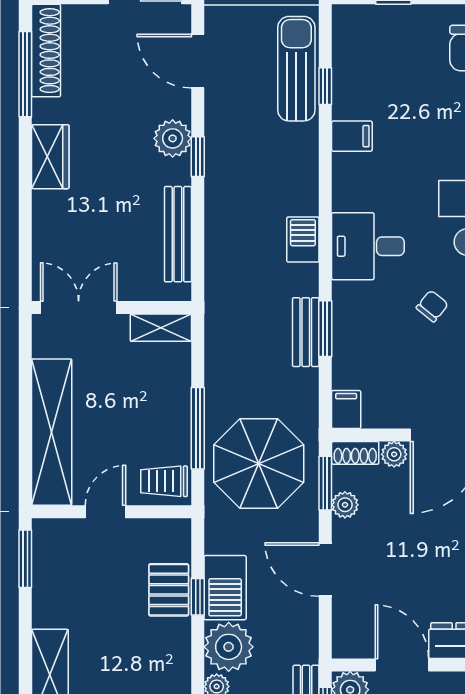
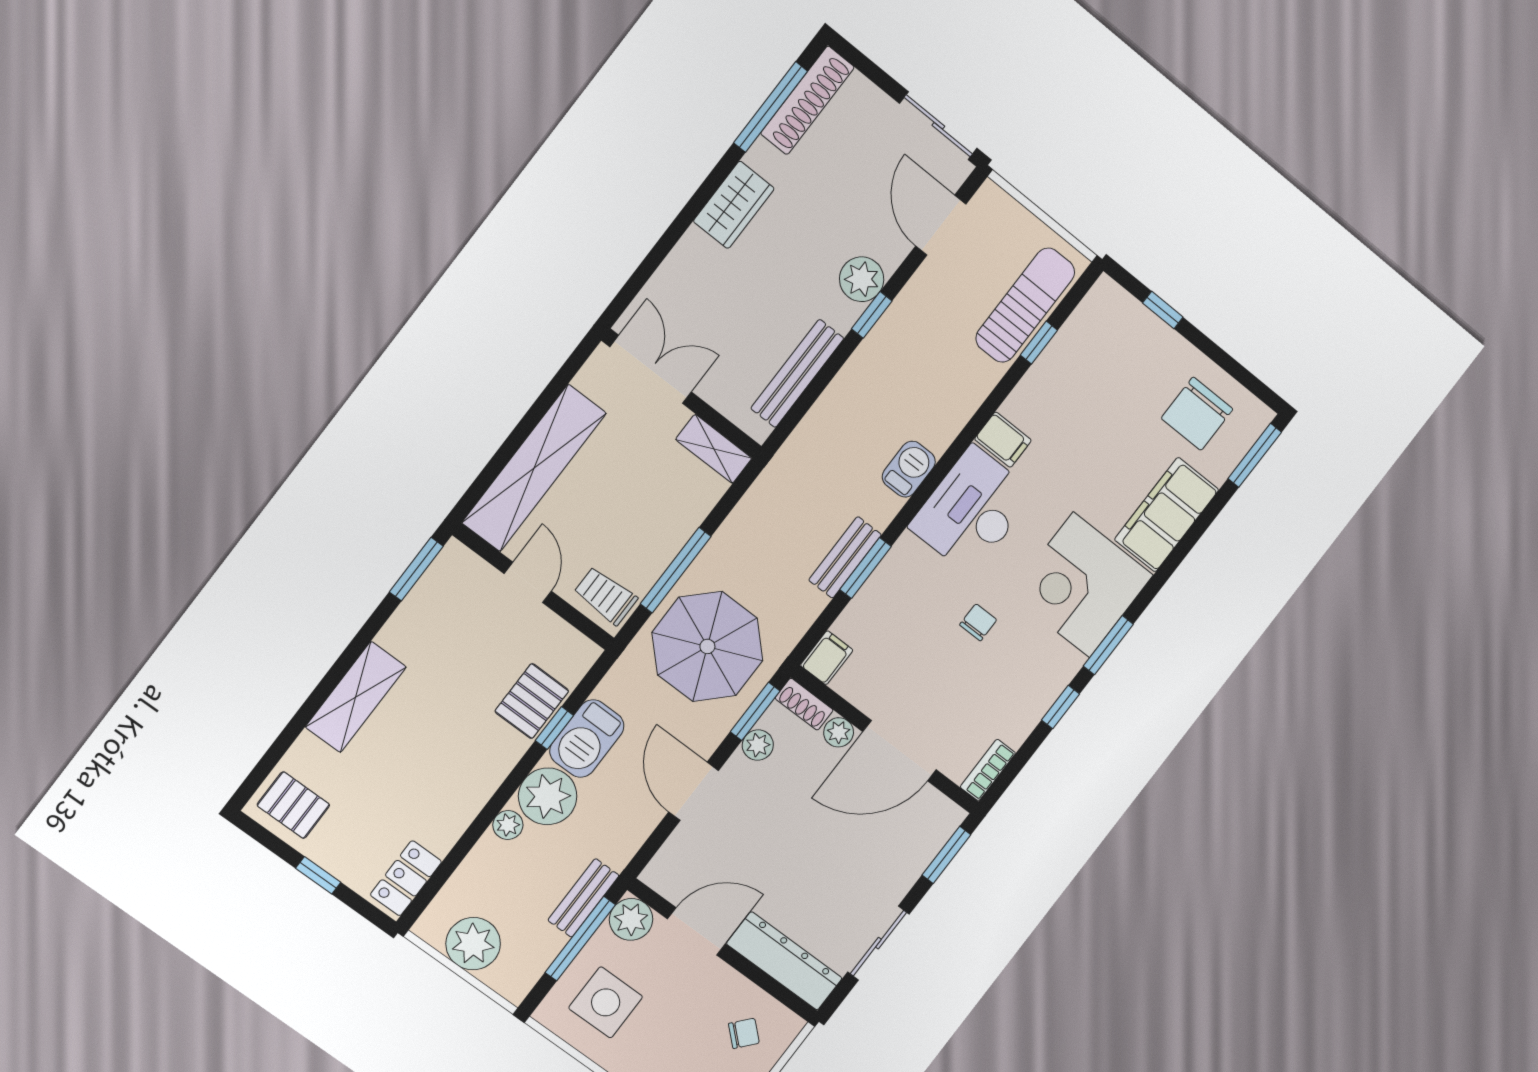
filing cabinet: (352, 136) -> (1003, 440), moved
desk: (368, 246) -> (972, 510), width x1.37
chair: (432, 306) -> (978, 622), turned -39
door: (105, 512) -> (528, 582), hinge flipped
door: (402, 665) -> (696, 931), hinge flipped

